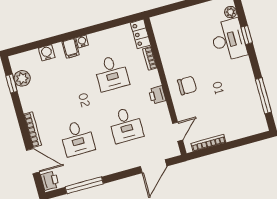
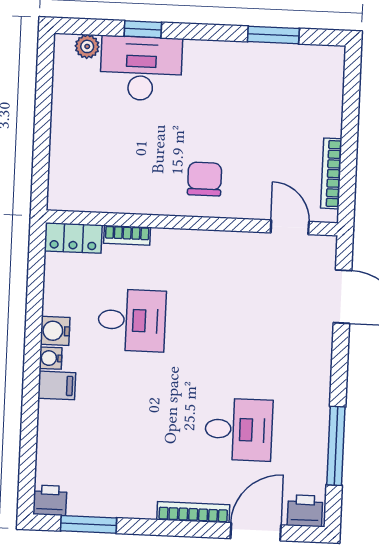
water cooler: (47, 53) -> (55, 331), moved
plant: (22, 78) -> (85, 500), removed
window: (11, 83) -> (89, 524), width x1.50
printer: (157, 95) -> (50, 500), moved, turned 180
window: (263, 96) -> (273, 35), width x0.69
desk: (126, 125) -> (243, 325), removed

